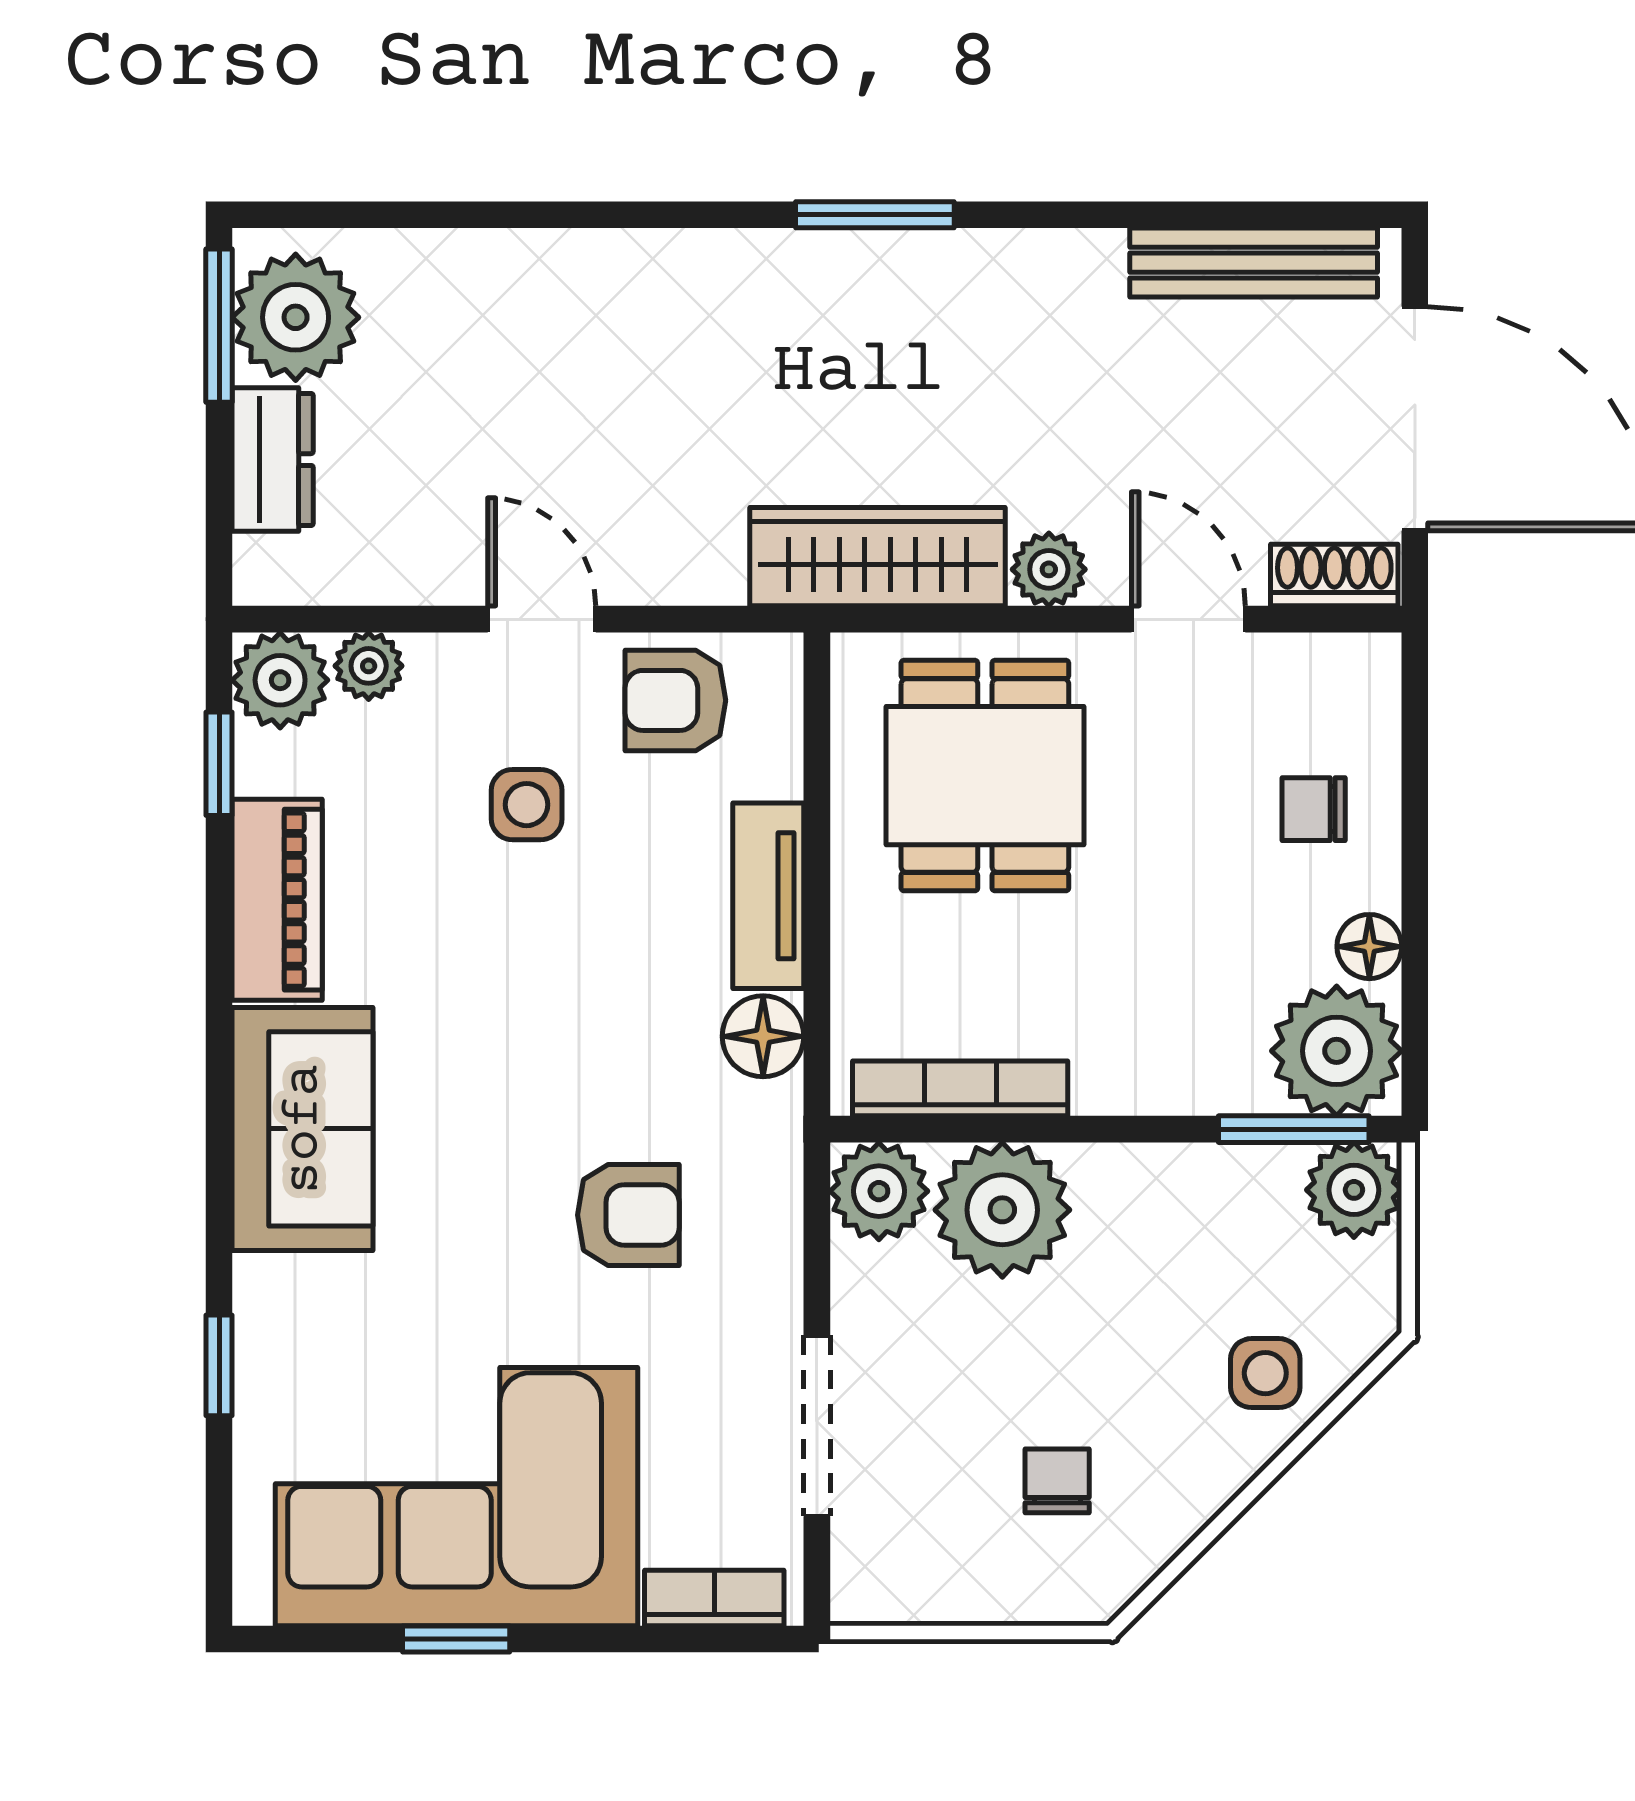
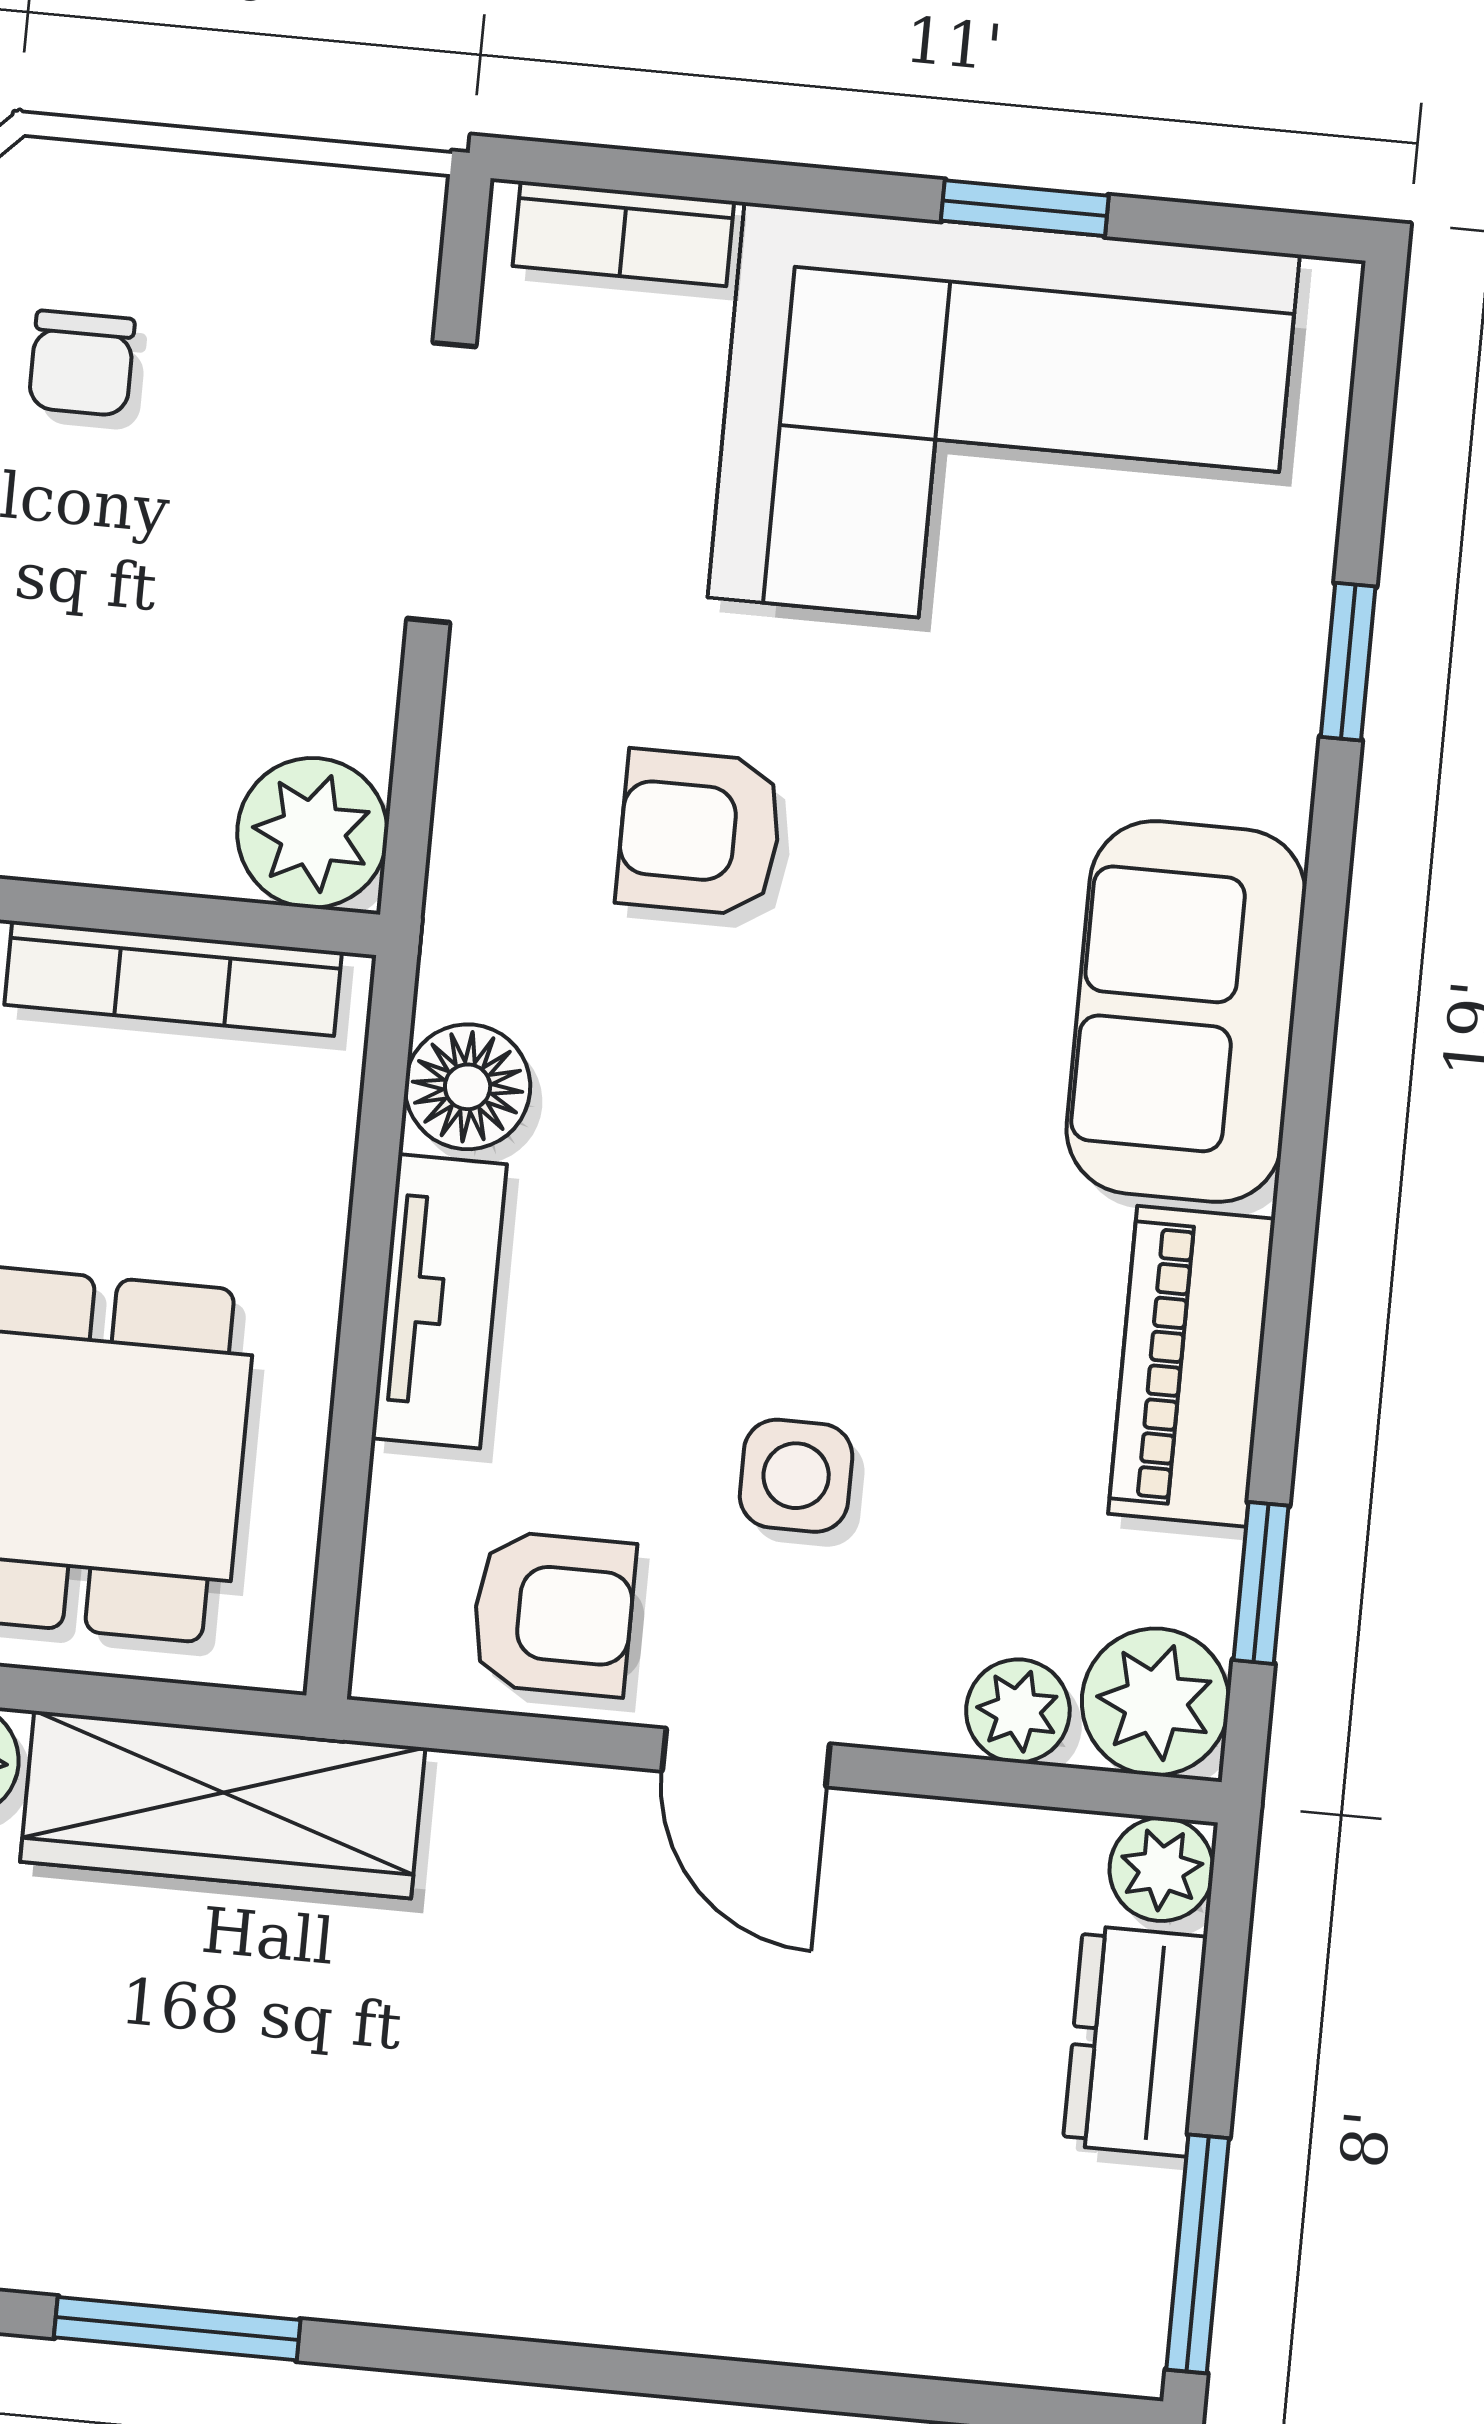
plant: (296, 317) -> (1161, 1869), moved, width x0.53, depth x0.53
plant: (1002, 1210) -> (126, 786), removed

